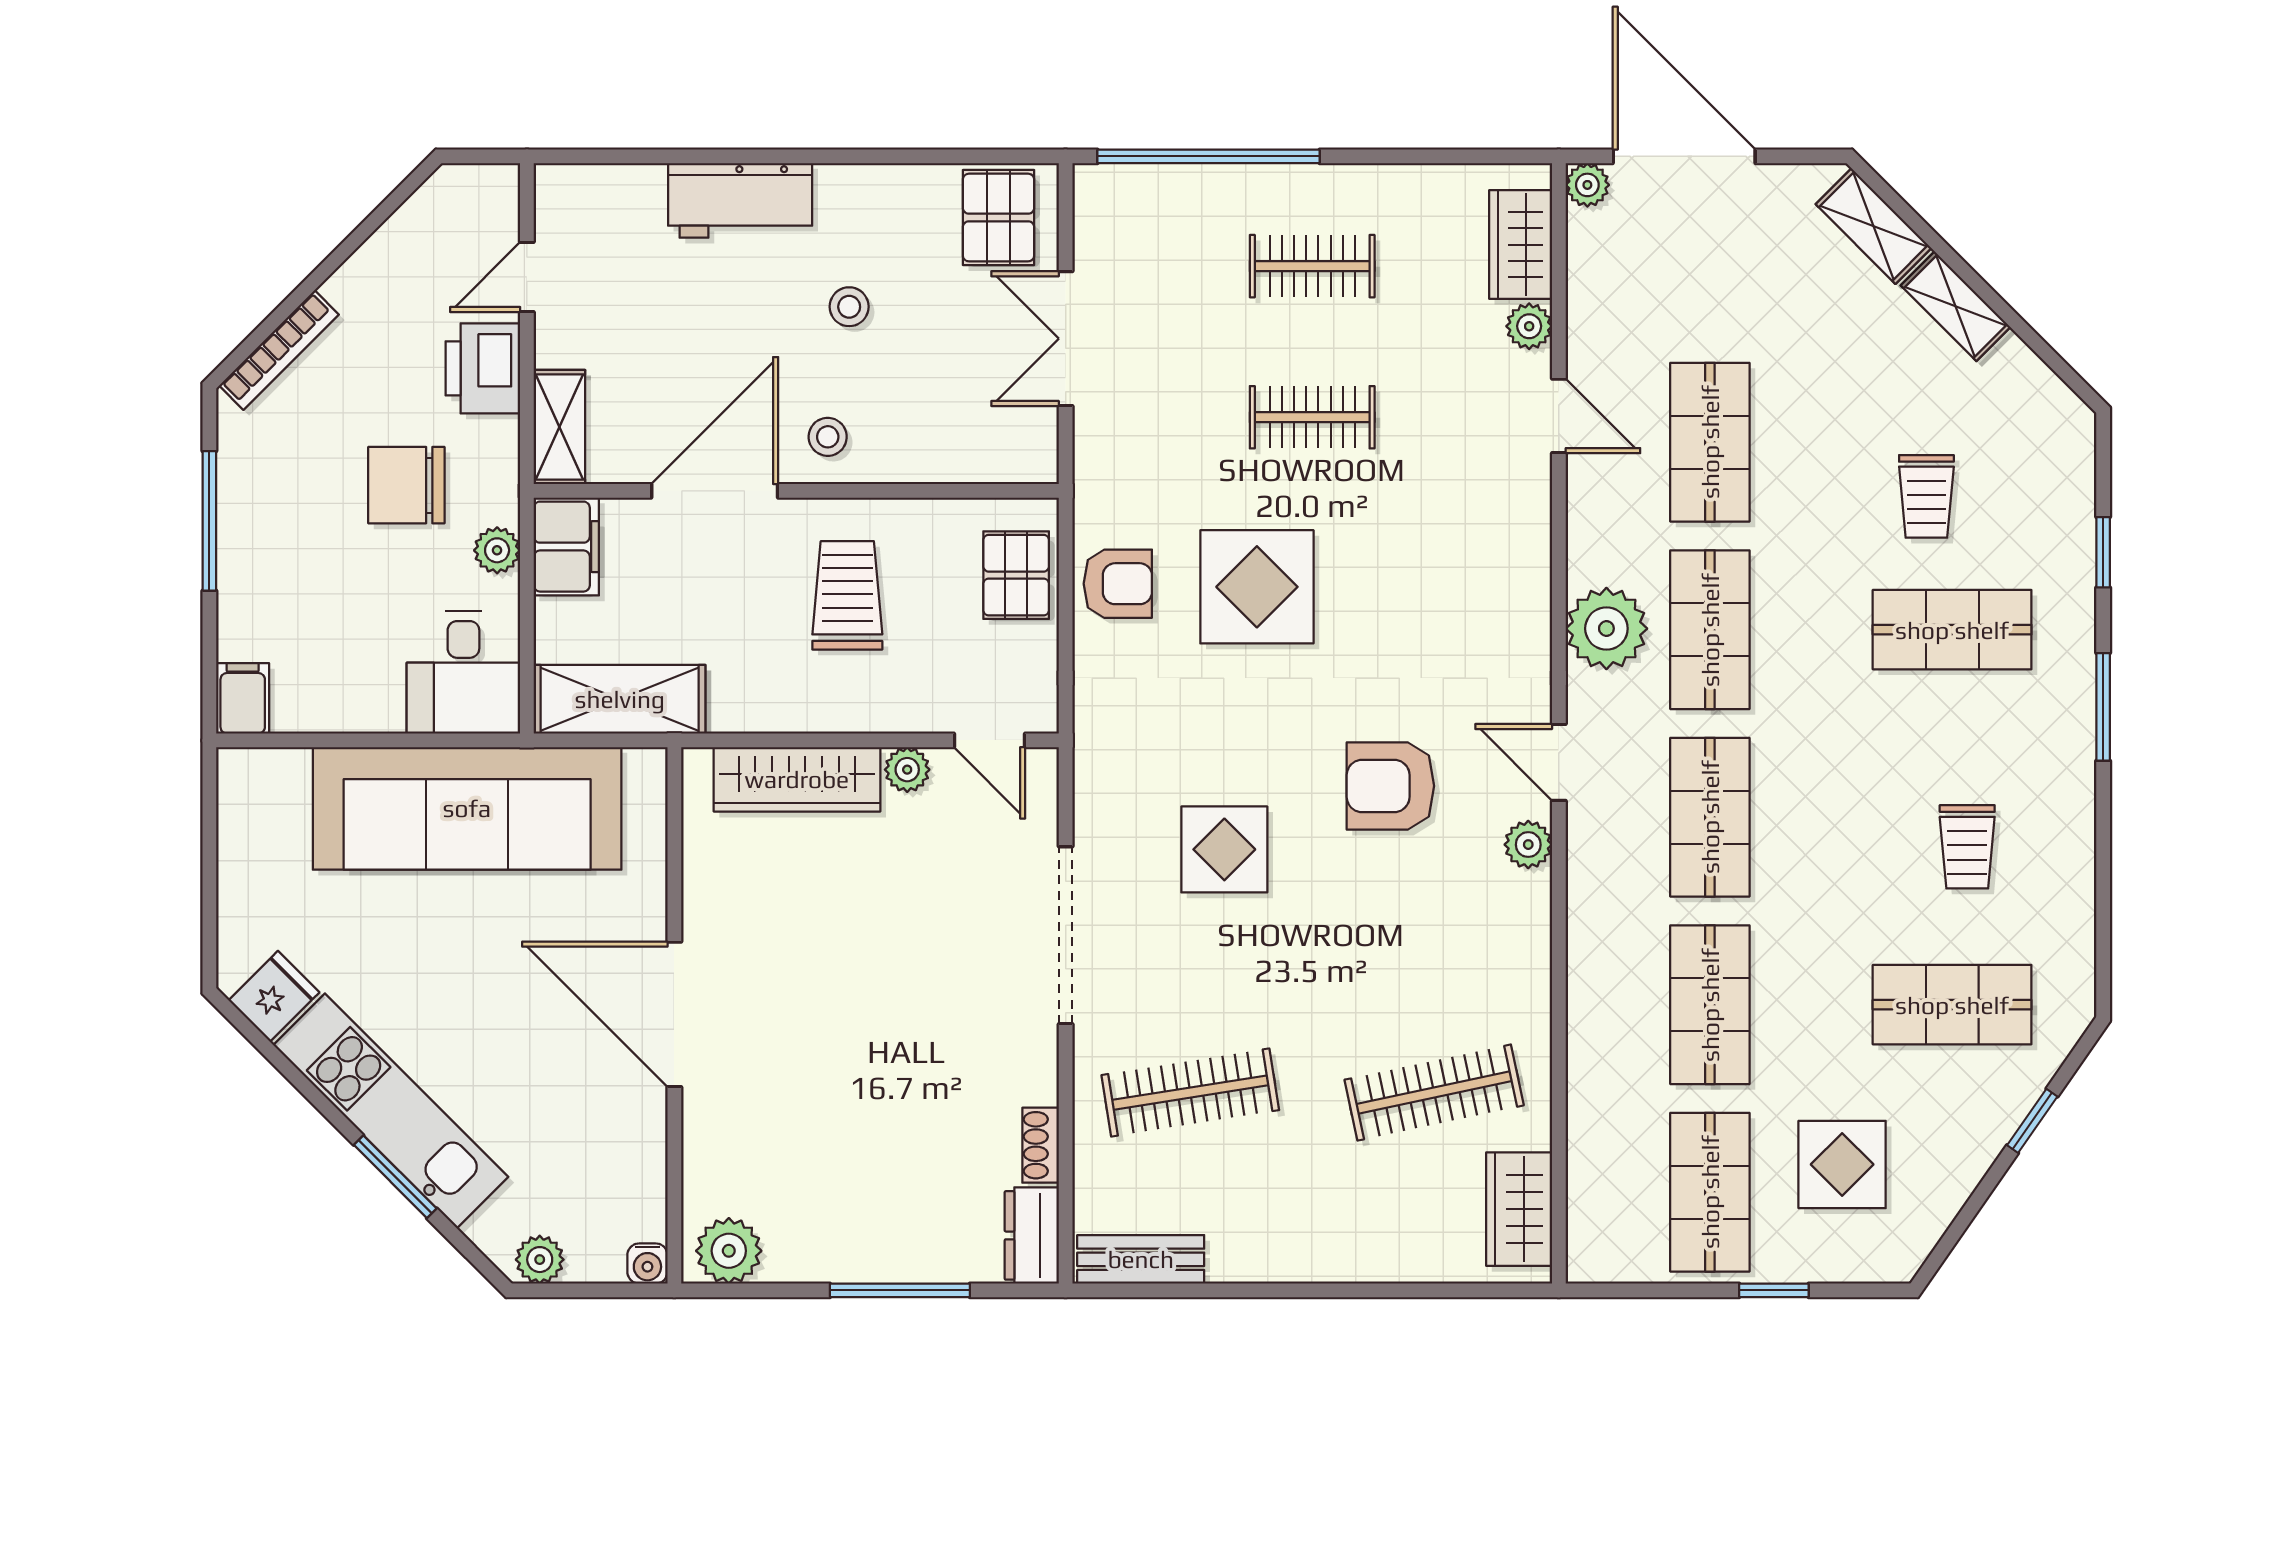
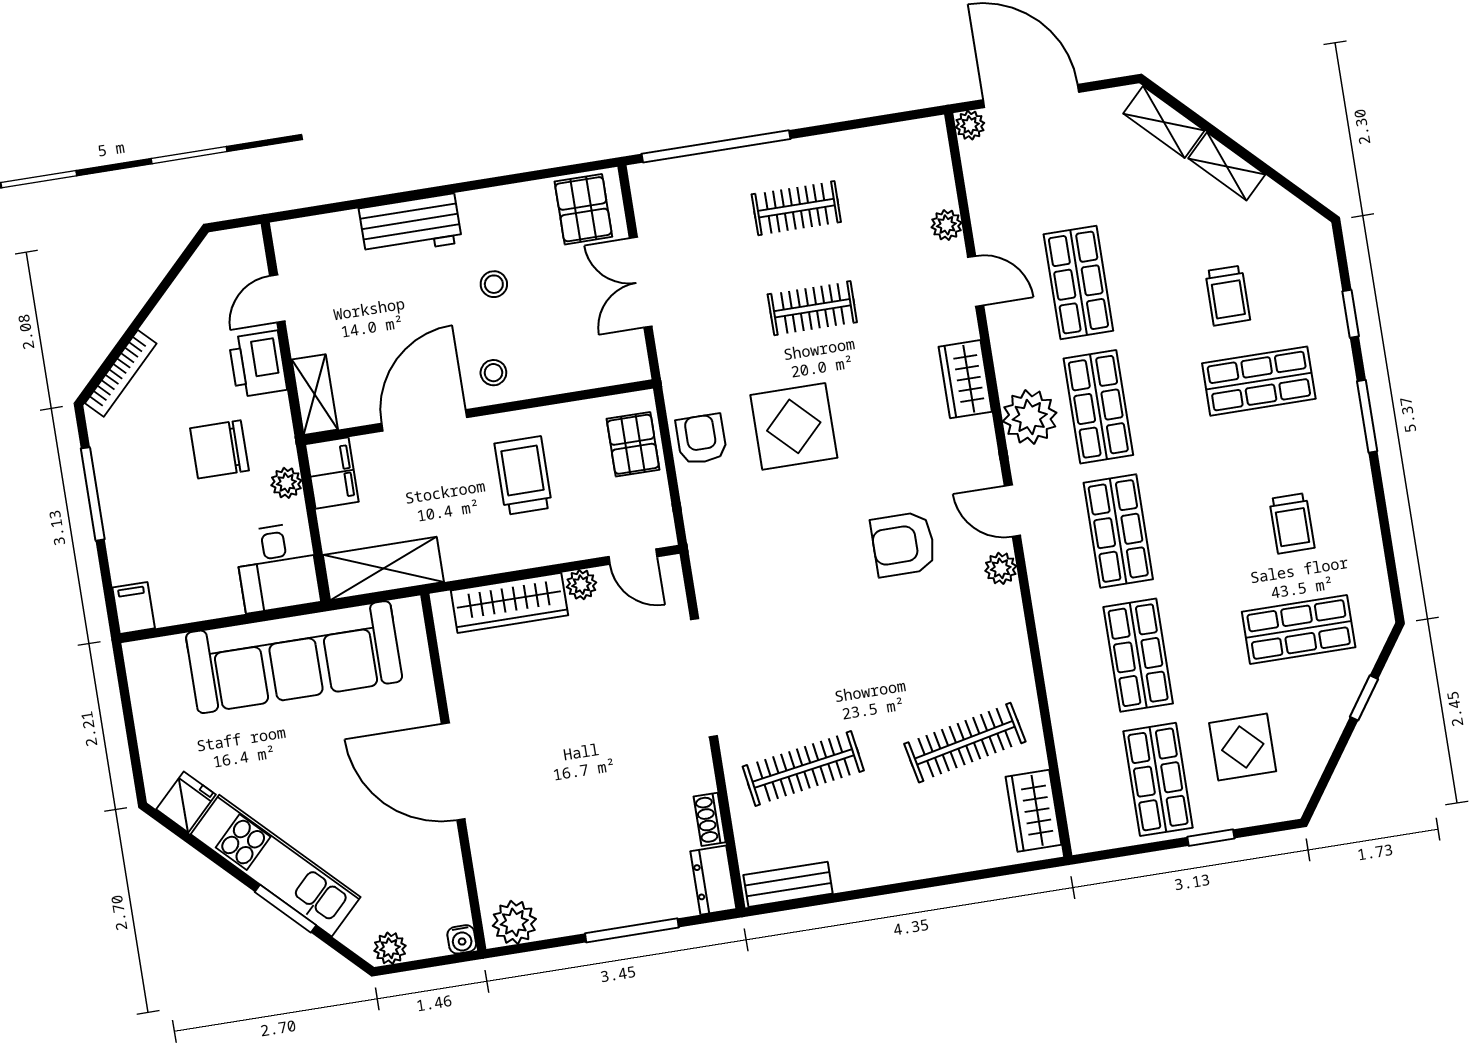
wardrobe: (1521, 245) -> (965, 379), moved
armchair: (1118, 584) -> (701, 439), turned -90
display table: (1224, 849) -> (800, 604), removed

